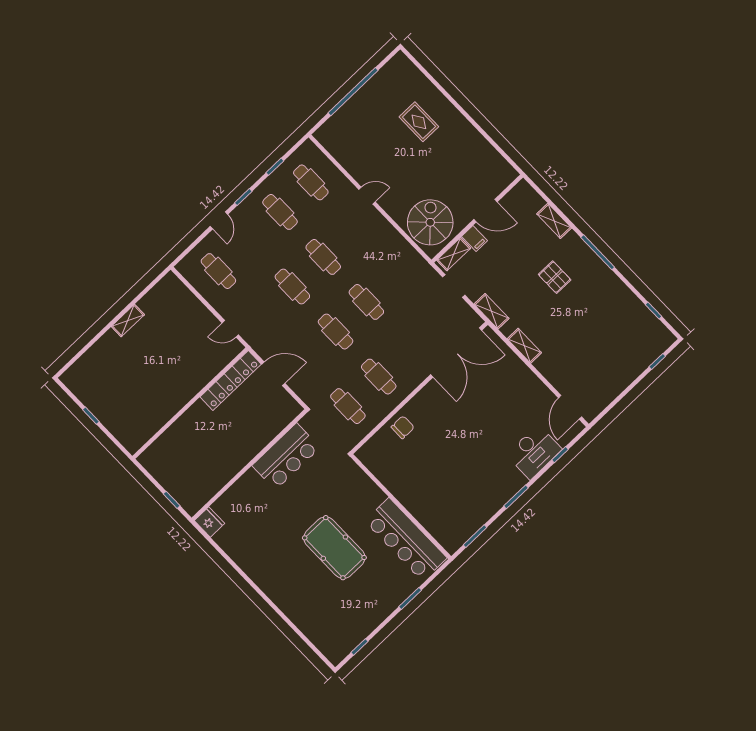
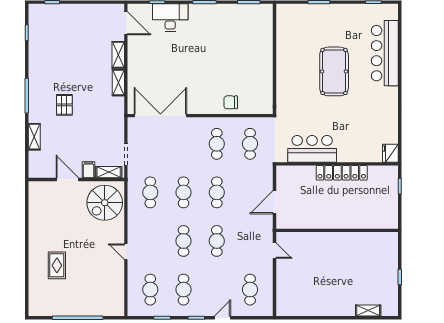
cafe table: (397, 272) -> (150, 192), added
shelving: (492, 311) -> (118, 55), moved
shelving: (128, 321) -> (368, 311), moved
door: (273, 374) -> (275, 202), hinge flipped
locker: (231, 381) -> (342, 173), moved, turned 180
door: (570, 407) -> (126, 23), hinge flipped
bar counter: (406, 539) -> (385, 53), moved, turned 180

